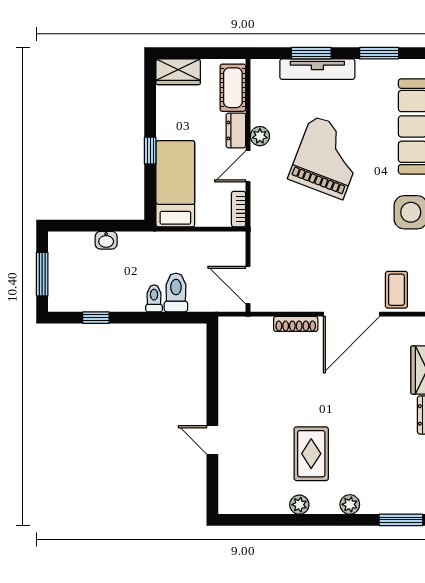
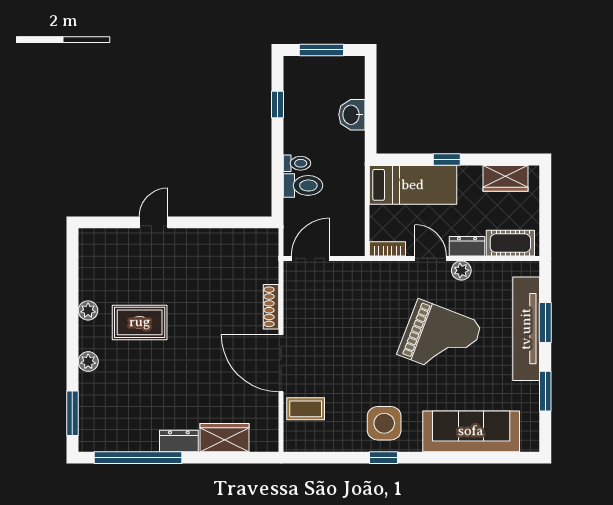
tv unit: (317, 69) -> (526, 329), width x1.36, depth x1.29
wardrobe: (178, 72) -> (505, 178), moved, turned -90
washbasin: (106, 240) -> (352, 115), width x1.38, depth x1.45

